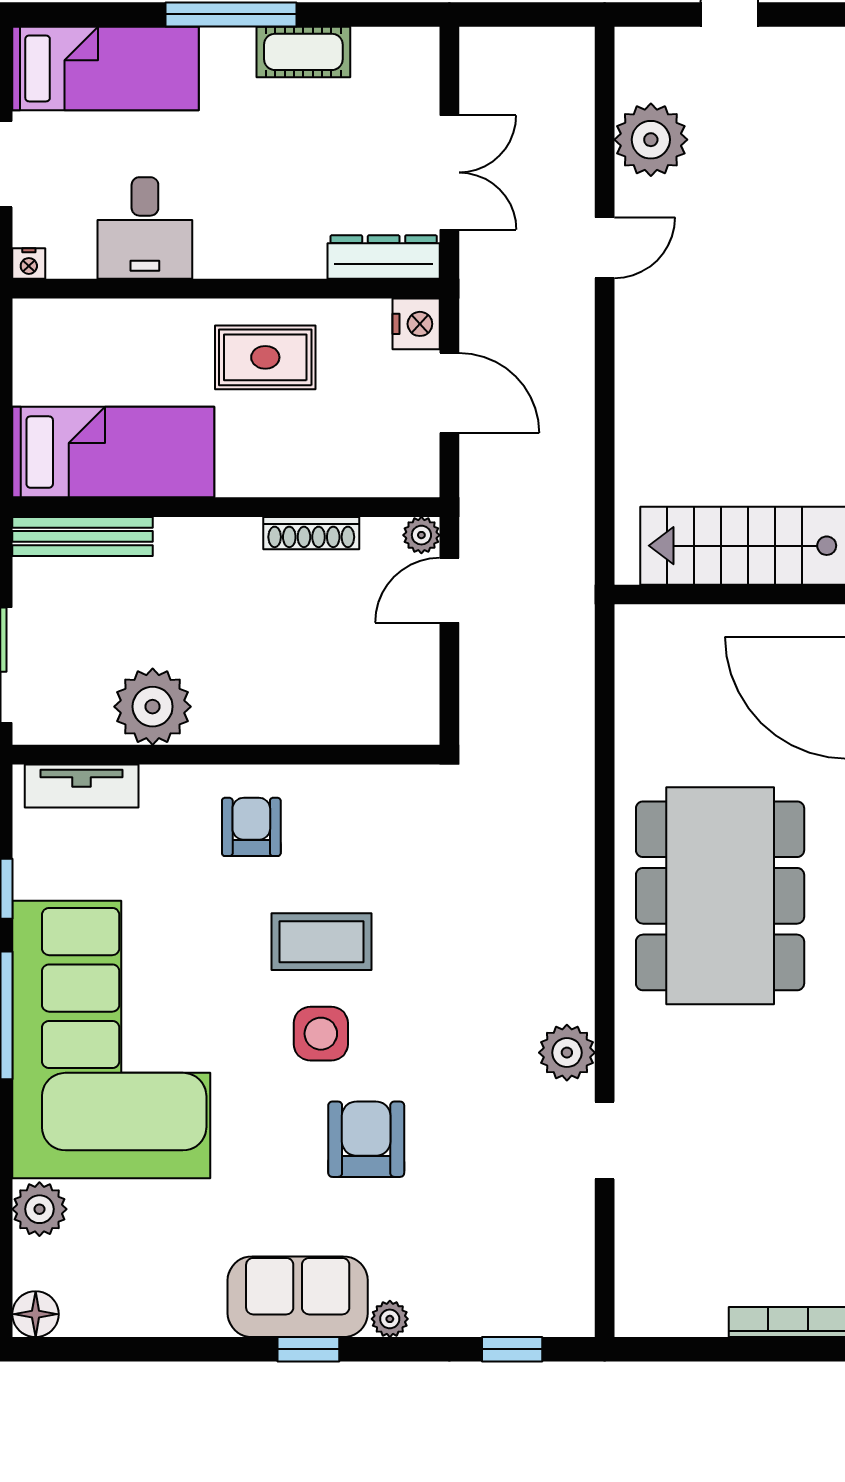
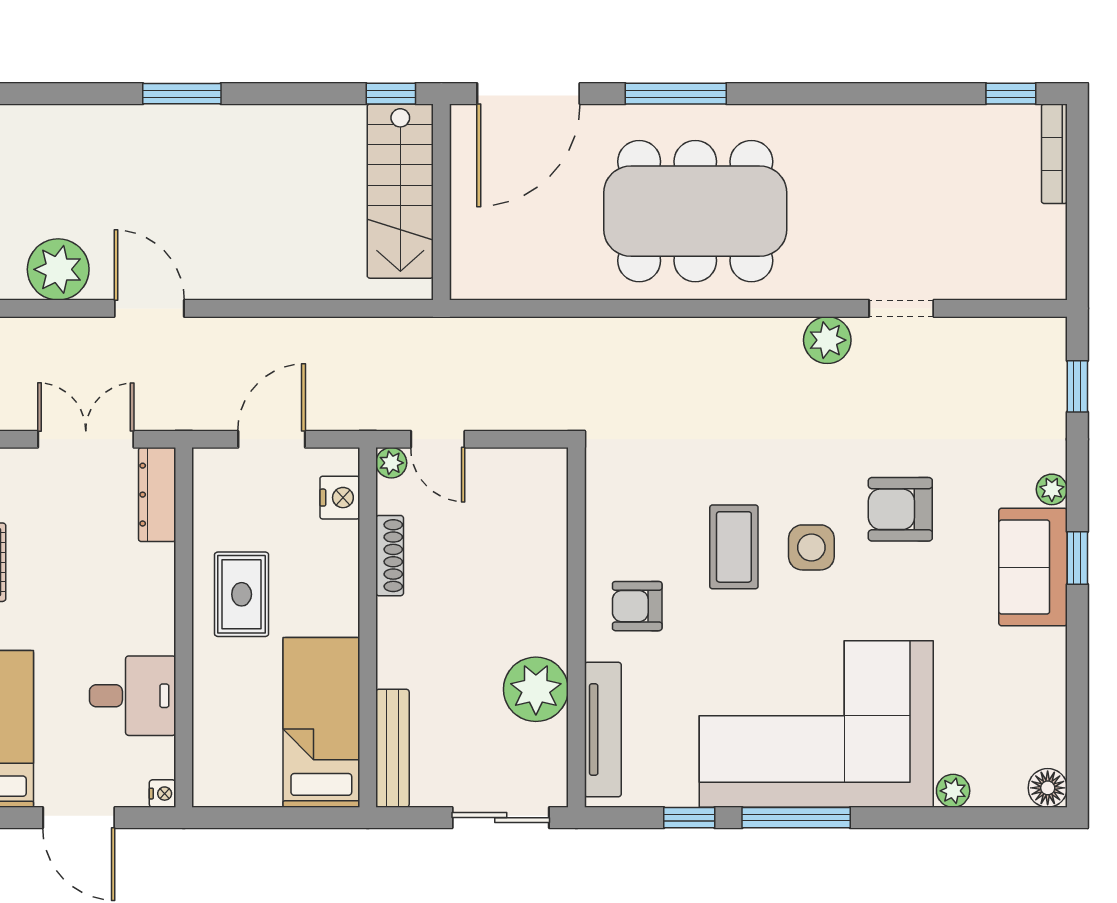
door: (605, 248) -> (149, 308), width x1.37
nightstand: (416, 324) -> (340, 498), moved, turned 90
tv unit: (82, 786) -> (603, 730), width x1.41
plant: (39, 1209) -> (953, 791), width x0.73, depth x0.73

